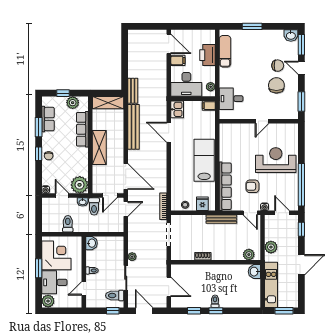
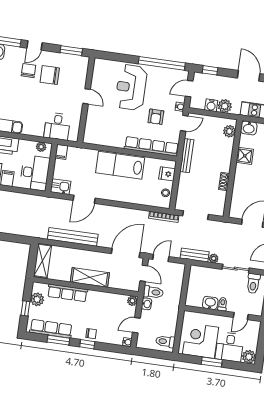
bench: (133, 91) -> (195, 255), moved
row of seats: (48, 119) -> (51, 329), width x1.48
plant: (80, 185) -> (132, 301), width x0.53, depth x0.53
door: (126, 209) -> (161, 258), hinge flipped
toilet: (68, 224) -> (165, 341), moved
water cooler: (270, 235) -> (211, 105), added
washbasin: (92, 243) -> (210, 303), moved
shower: (229, 271) -> (245, 156), added
door: (84, 288) -> (241, 316), hinge flipped

